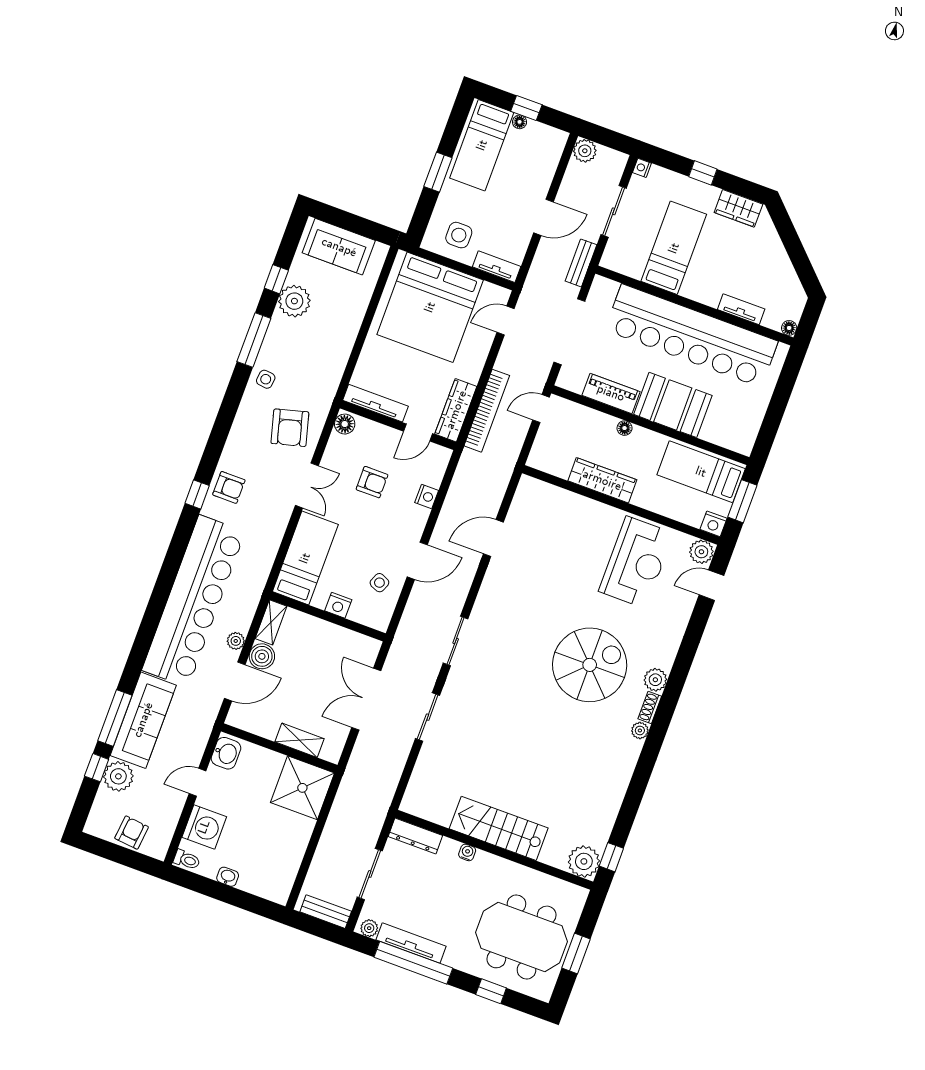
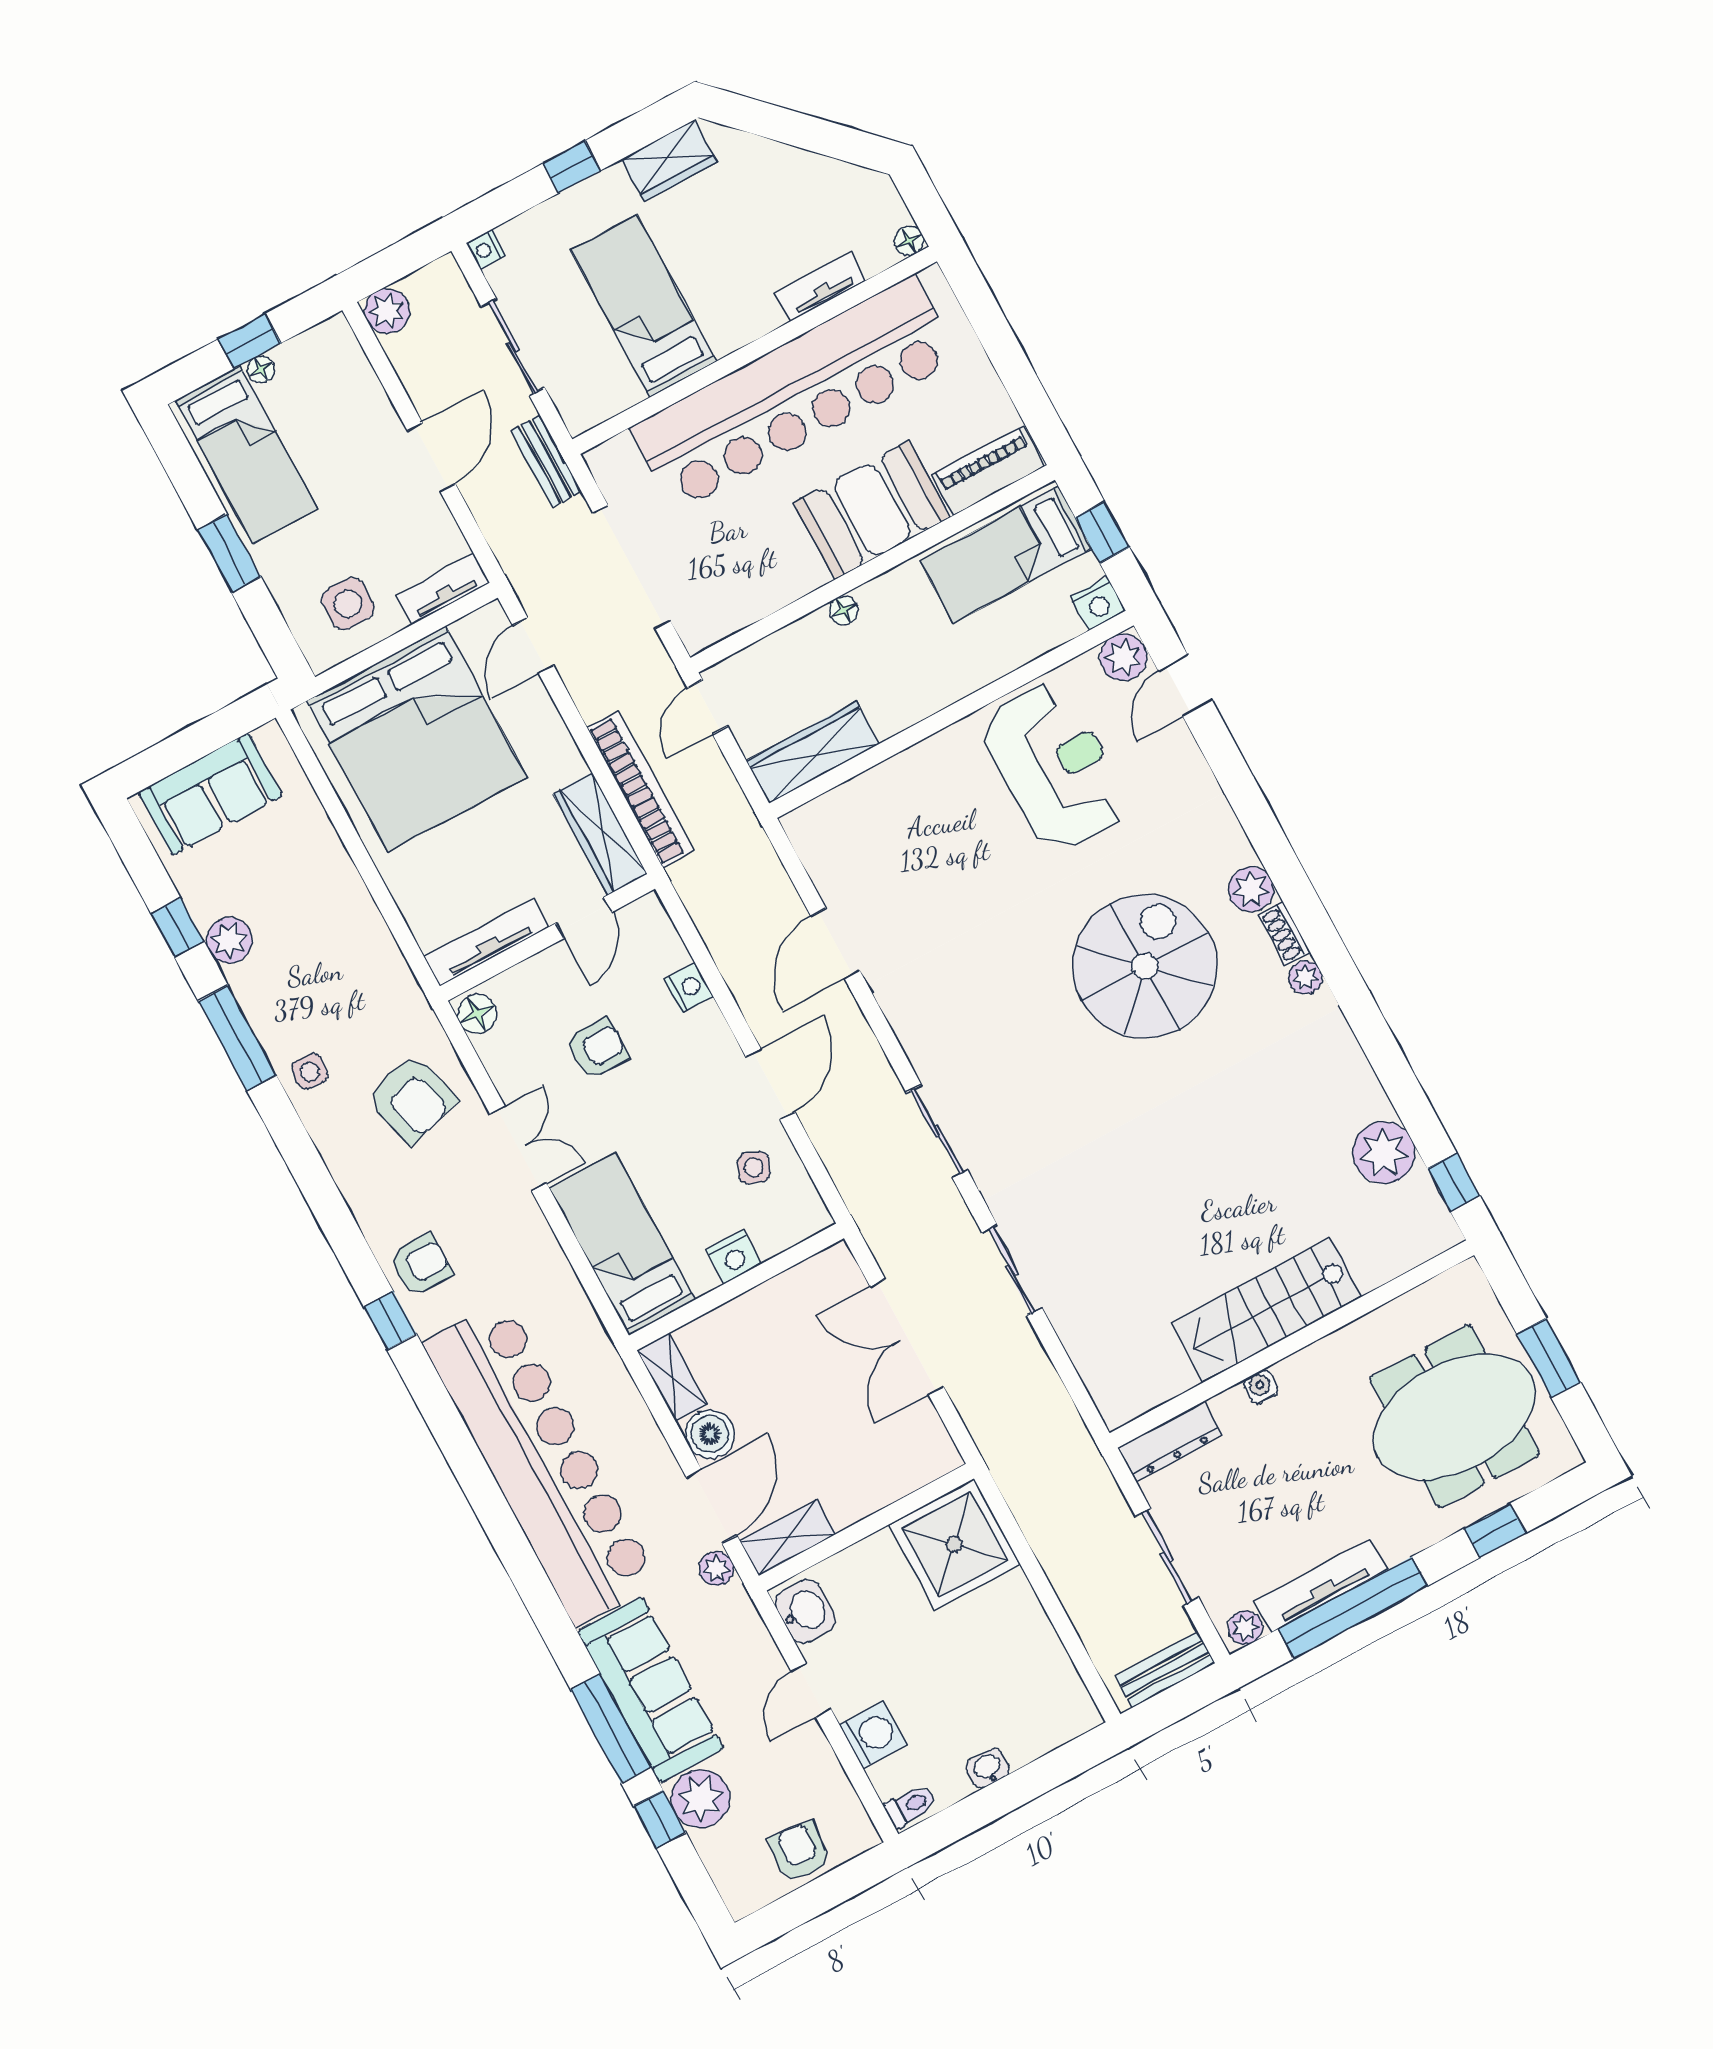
plant: (294, 301) -> (229, 940), width x0.73, depth x0.73
piano: (611, 393) -> (988, 471), moved
wardrobe: (602, 480) -> (813, 752), moved
window: (742, 501) -> (1102, 532), width x0.67
plant: (236, 641) -> (716, 1568), moved
shelving: (300, 740) -> (788, 1538), moved
washing machine: (204, 827) -> (873, 1735), width x0.73, depth x0.73
plant: (584, 861) -> (1384, 1153), moved

